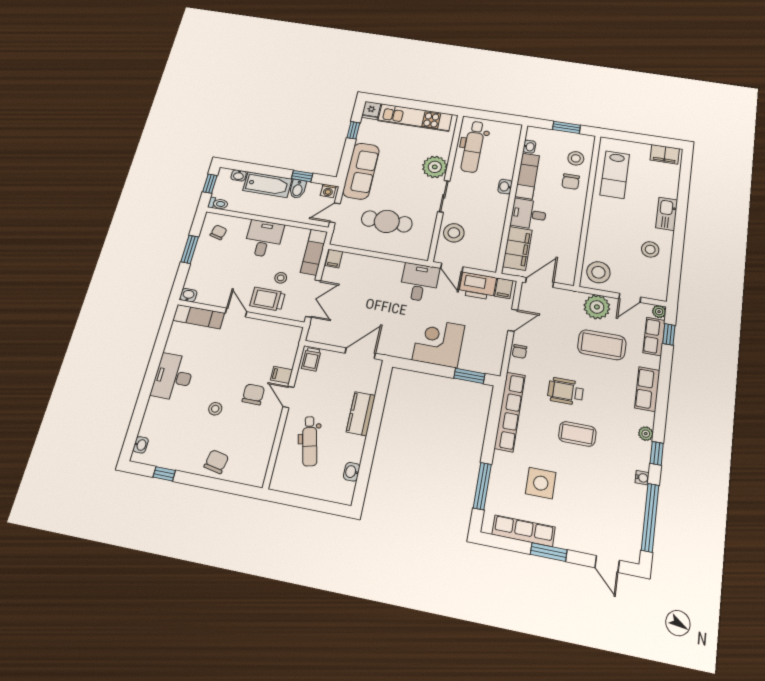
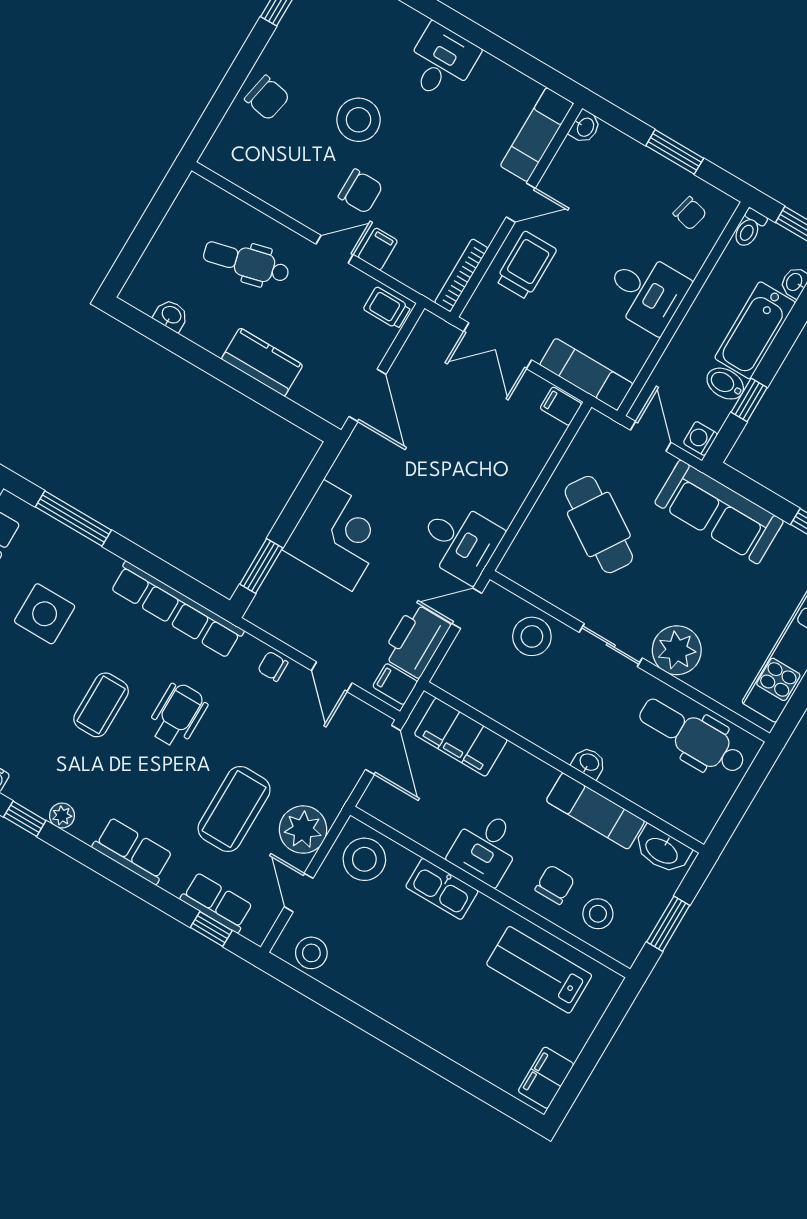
washbasin: (529, 147) -> (662, 850), width x1.91, depth x1.45
chair: (571, 182) -> (555, 885), turned 90
desk: (529, 214) -> (486, 847), moved, turned 180
kitchen sink: (667, 214) -> (442, 889), moved, turned 180
cafe table: (387, 221) -> (599, 525), turned -57
stool: (650, 249) -> (311, 953), moved
stool: (281, 278) -> (558, 300), removed
plant: (659, 312) -> (256, 931), removed
bookcase: (282, 328) -> (461, 275), added
desk: (173, 377) -> (441, 62), width x0.73
stool: (215, 409) -> (359, 120), width x1.89, depth x1.89

